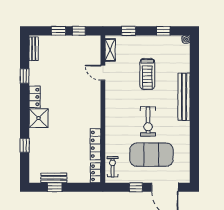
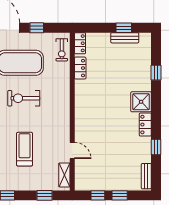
exercise bike: (148, 121) -> (24, 98), turned -90
locker: (95, 144) -> (80, 68), width x0.66

